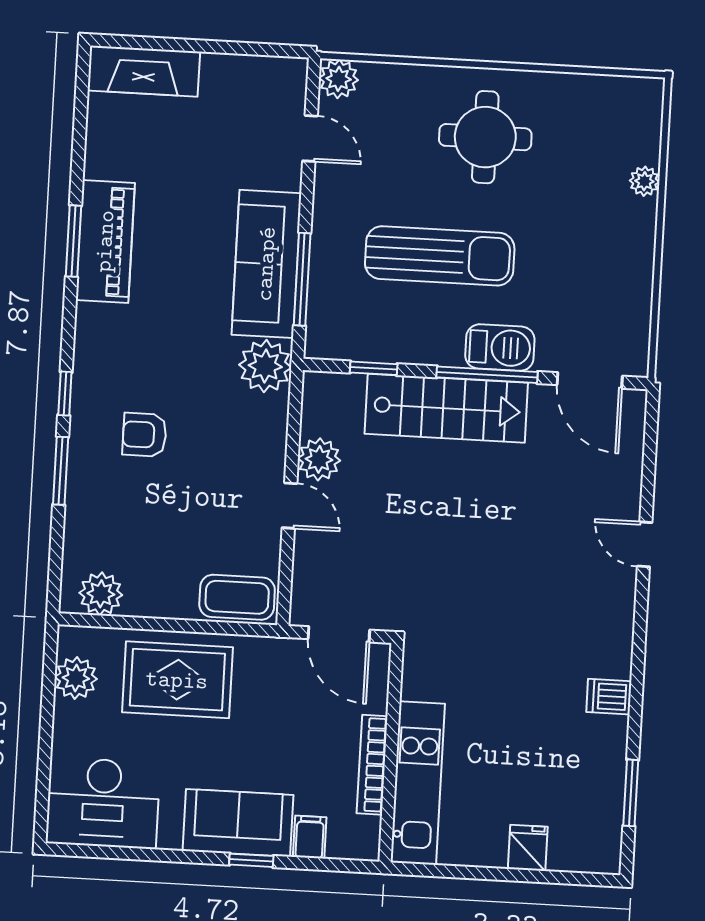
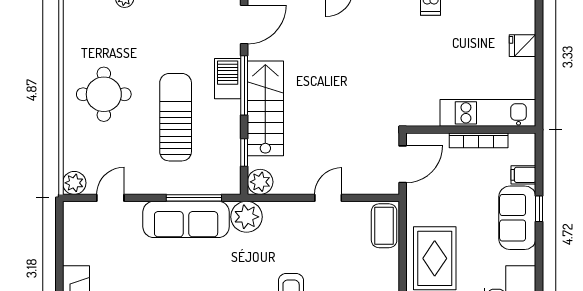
plant: (319, 459) -> (260, 182), moved

